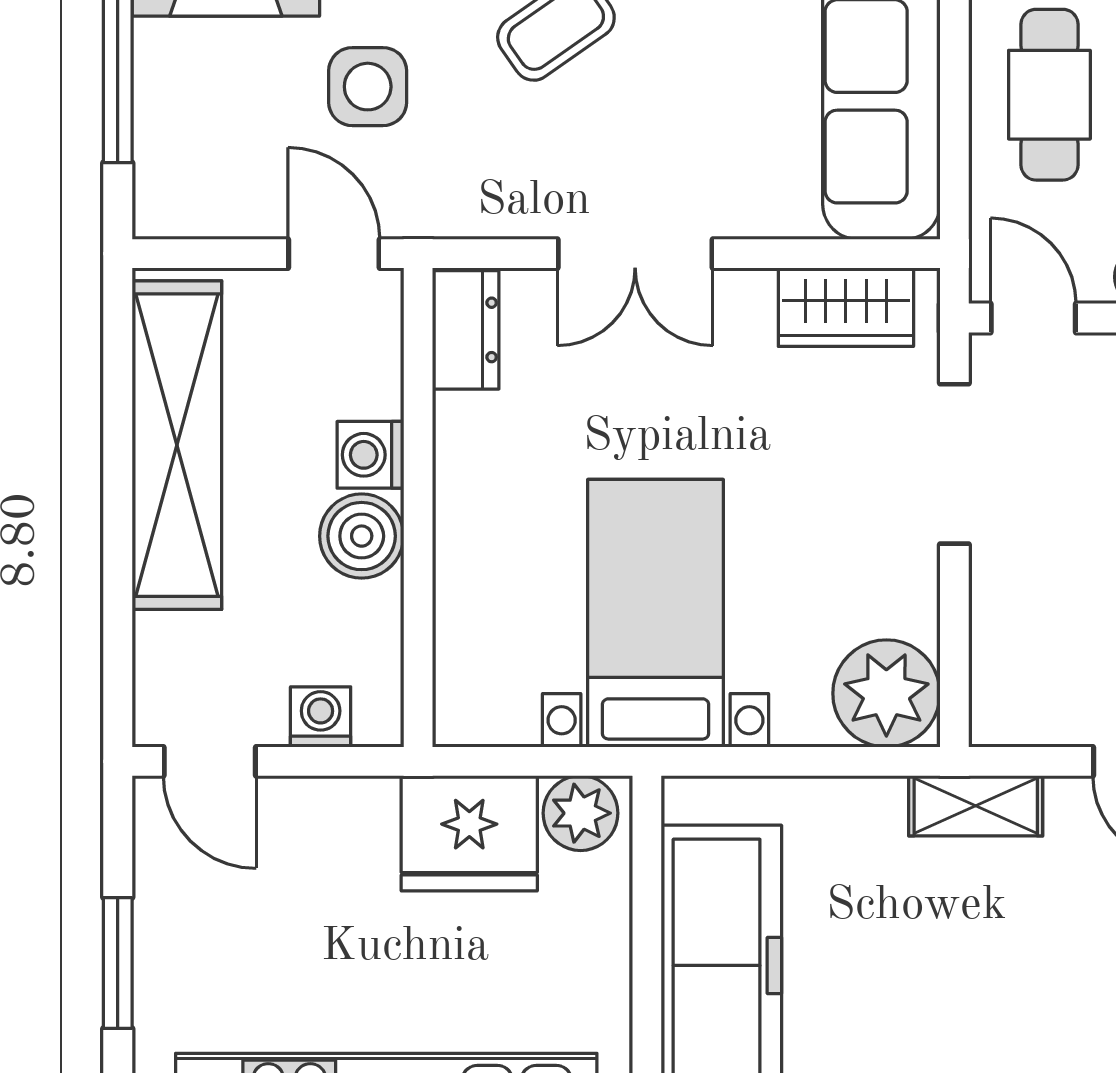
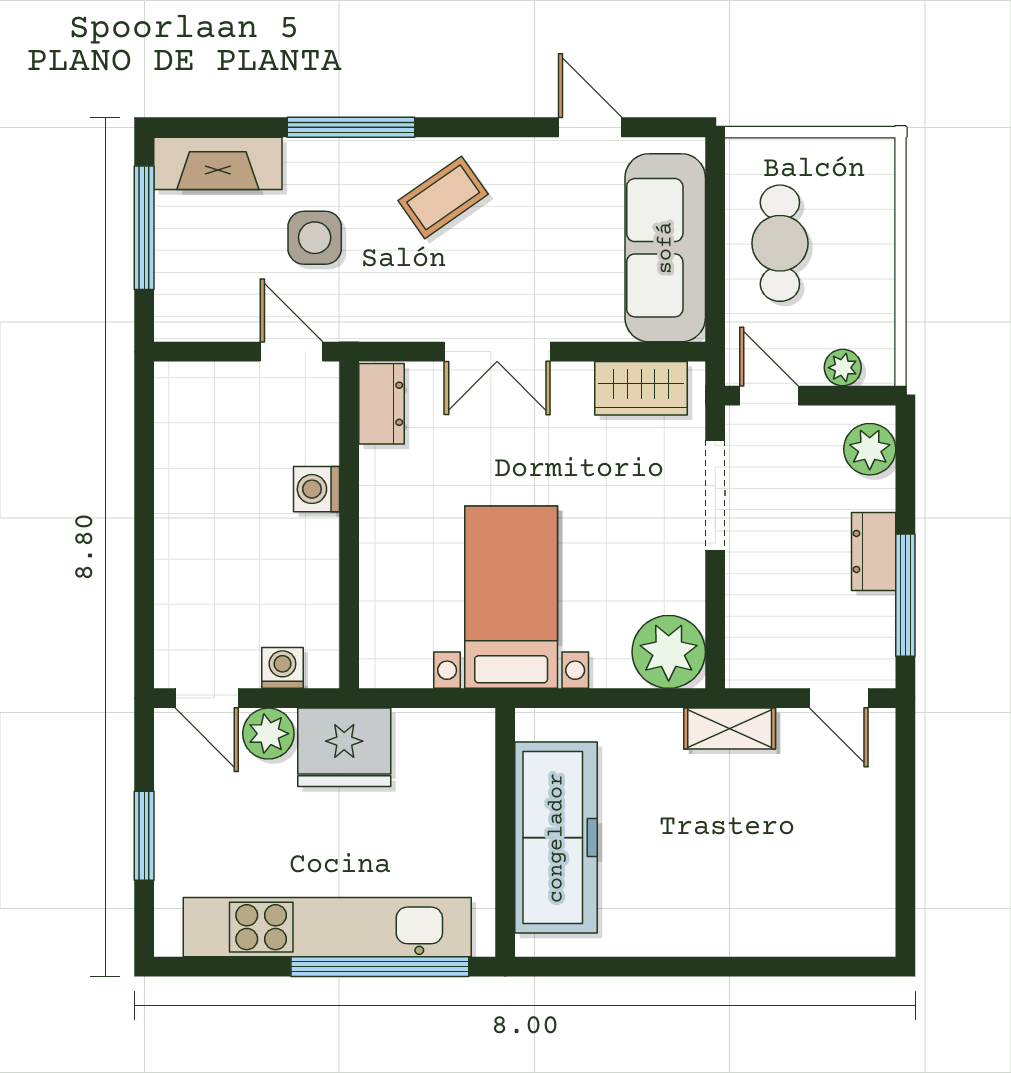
shelving: (177, 445) -> (184, 482), removed
boiler: (362, 536) -> (311, 544), removed
plant: (581, 813) -> (268, 734), moved
fridge: (469, 833) -> (344, 747), moved

